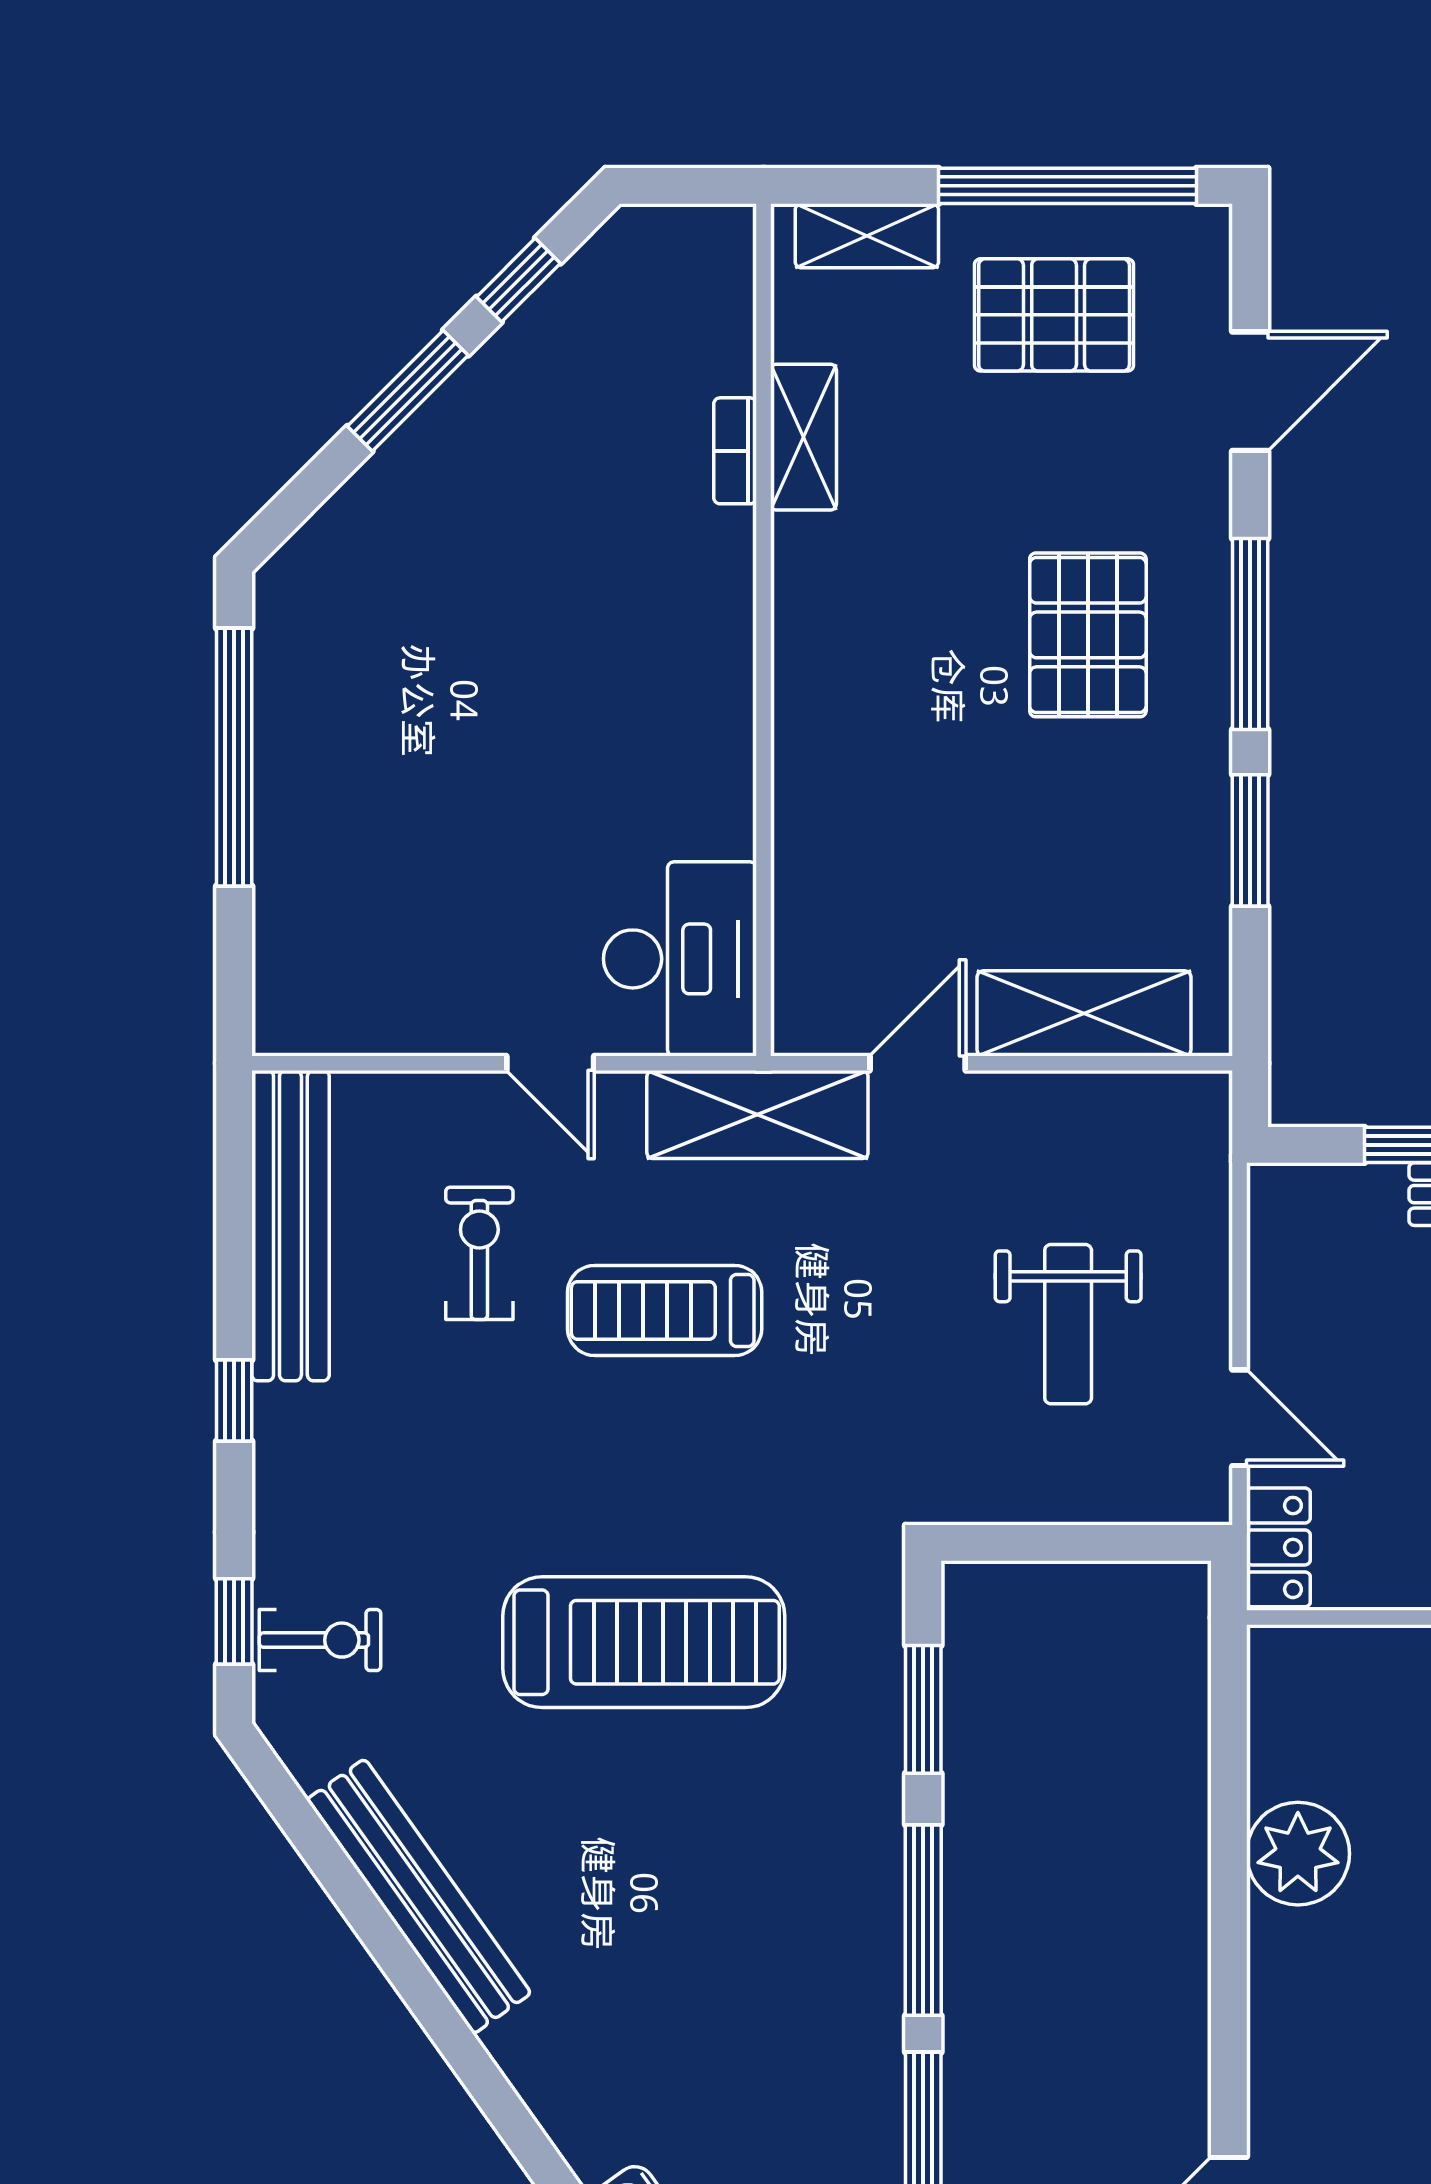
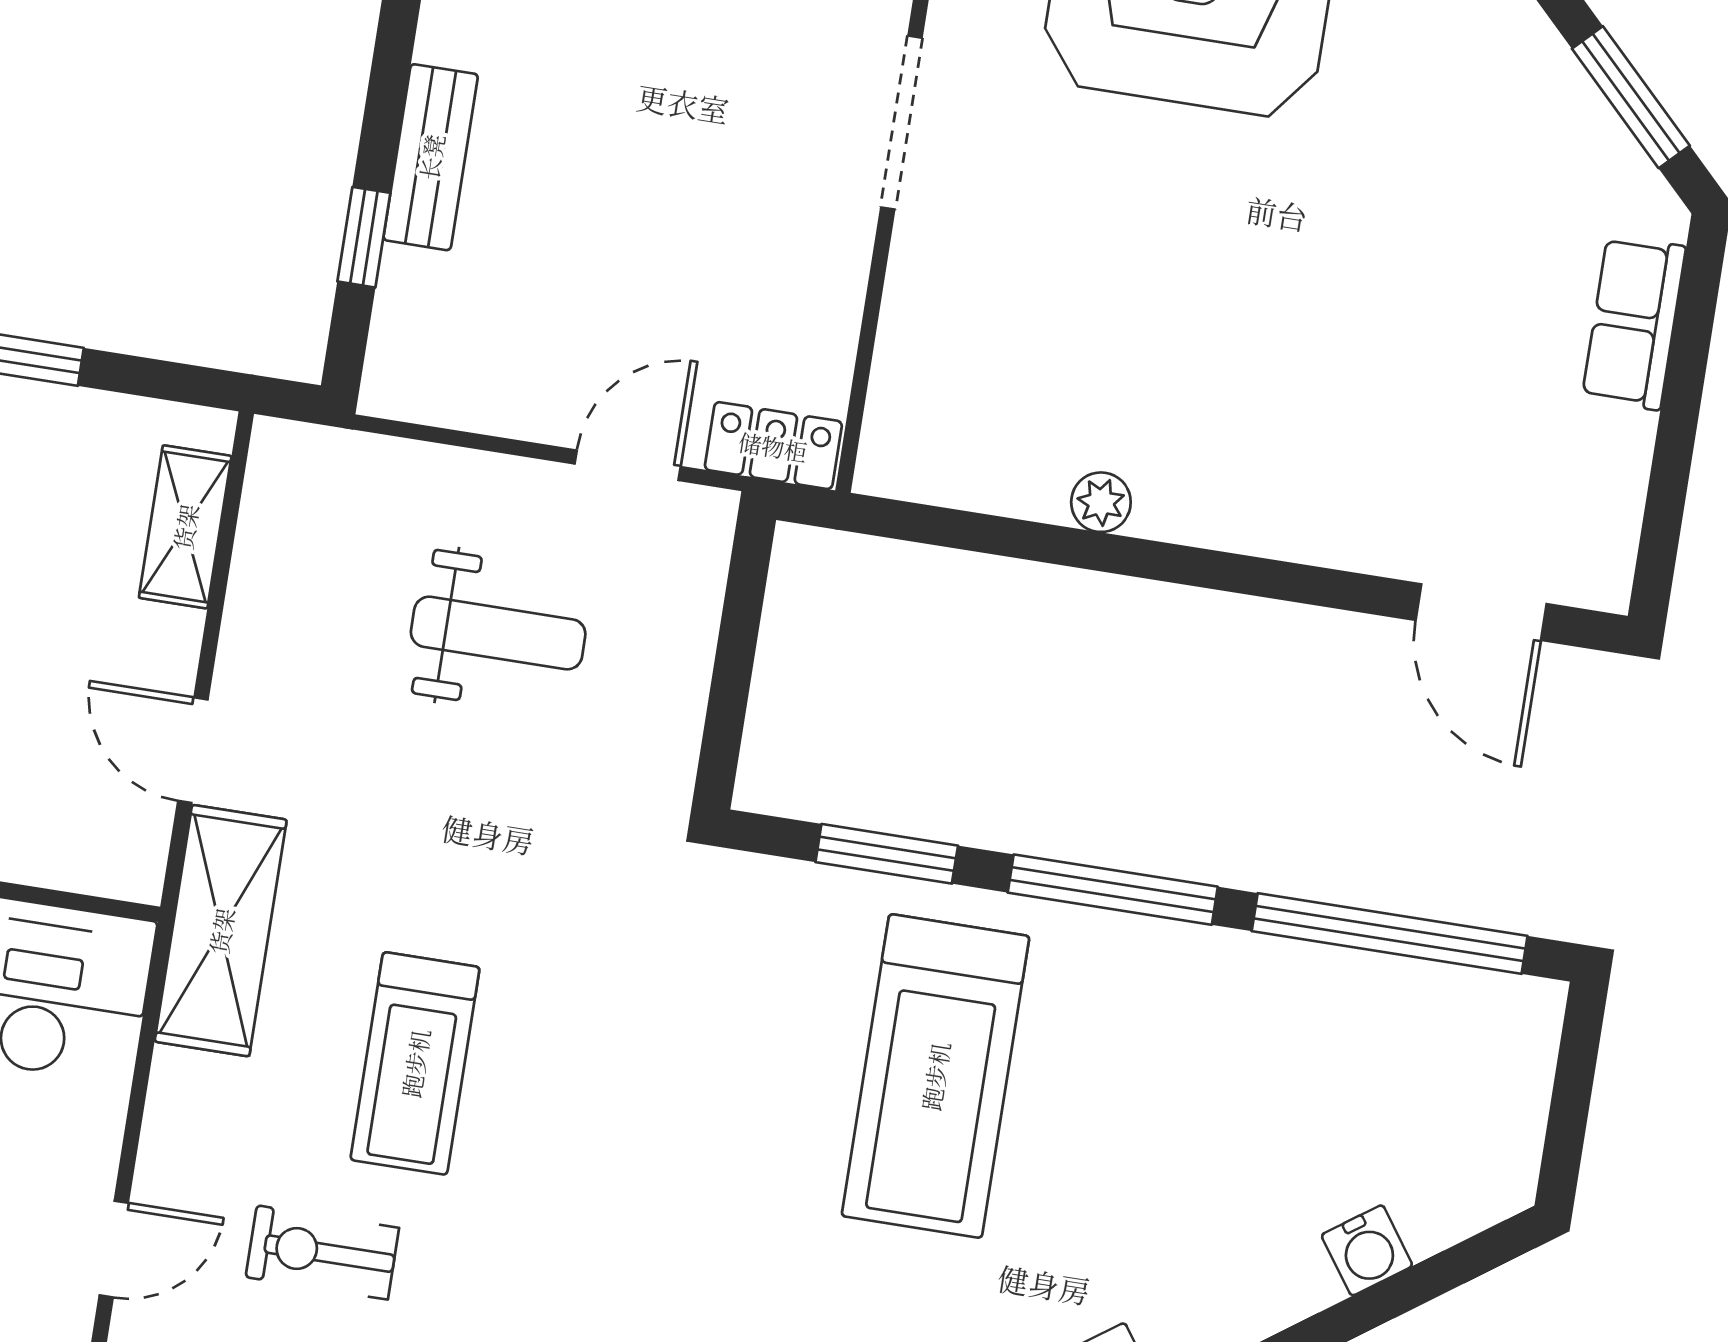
shelving: (1084, 1013) -> (185, 527), width x0.67, depth x0.75
door: (550, 1063) -> (114, 1249), moved
treadmill: (644, 1642) -> (935, 1076), moved, turned 180
plant: (1298, 1854) -> (1101, 502), width x0.53, depth x0.53

